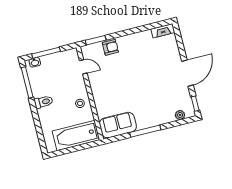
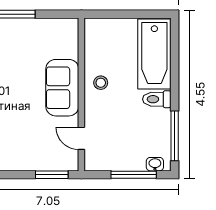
armchair: (110, 47) -> (32, 158), removed
sofa: (118, 125) -> (62, 88), moved, turned 90
bathtub: (76, 135) -> (154, 54), moved, turned 90

